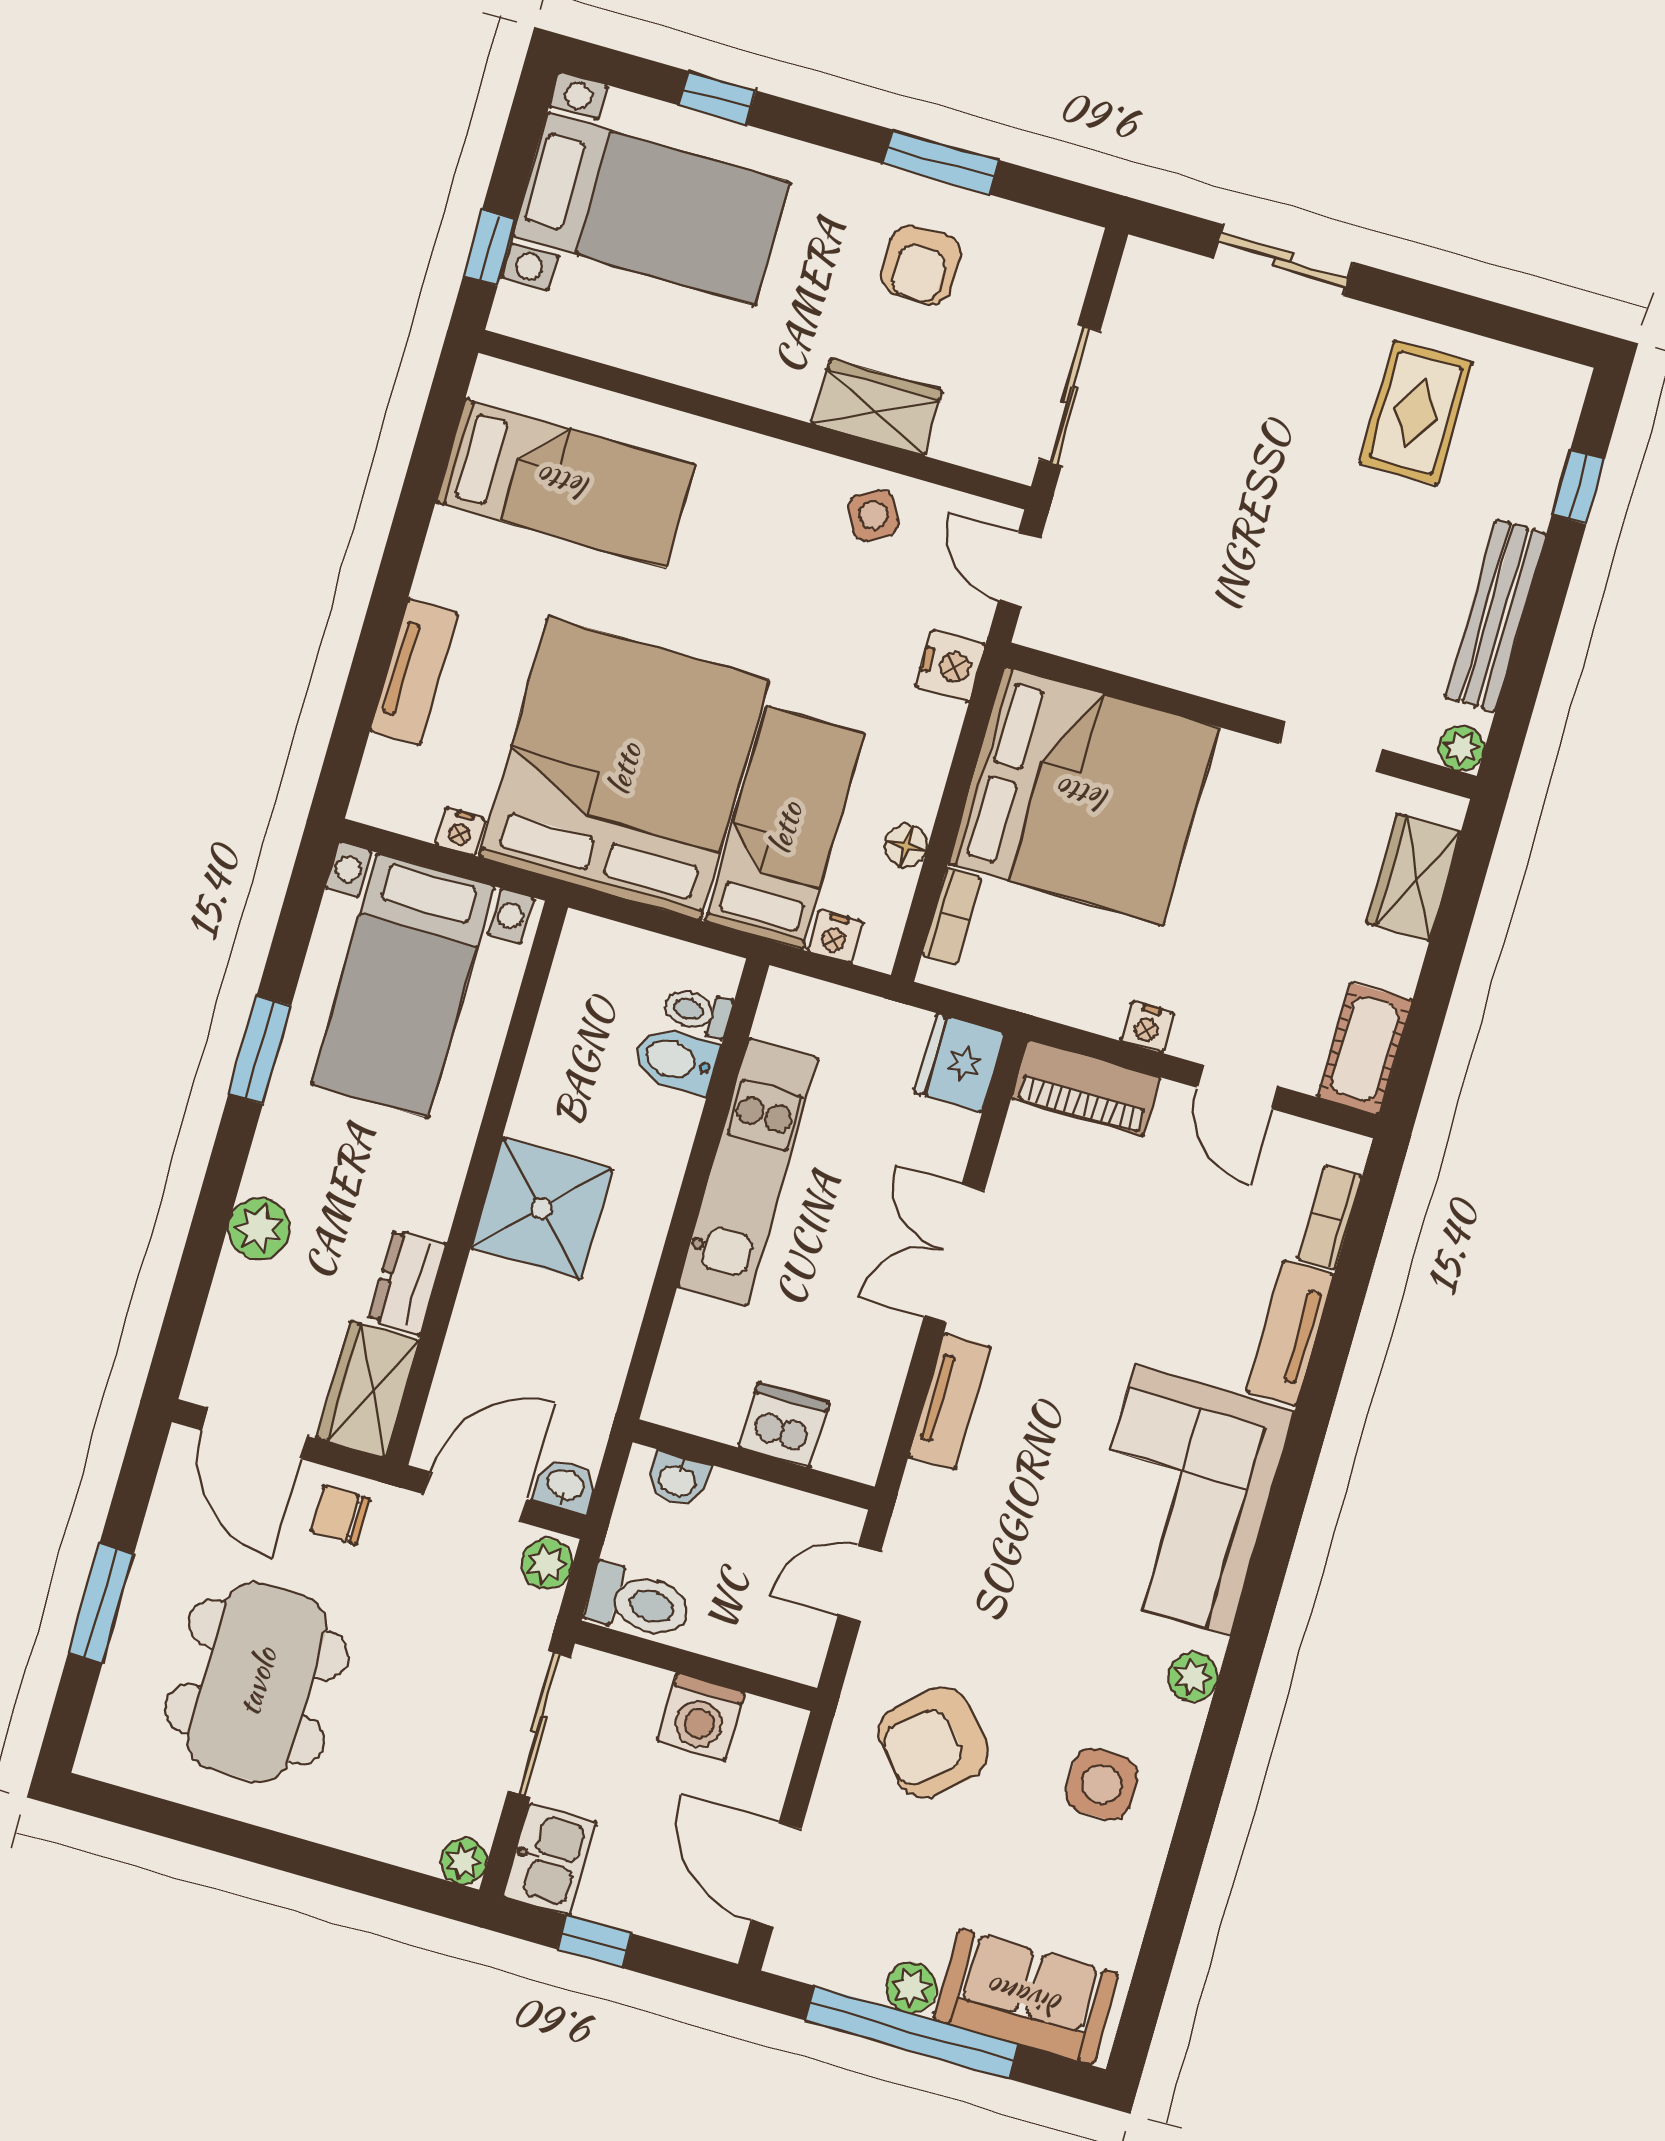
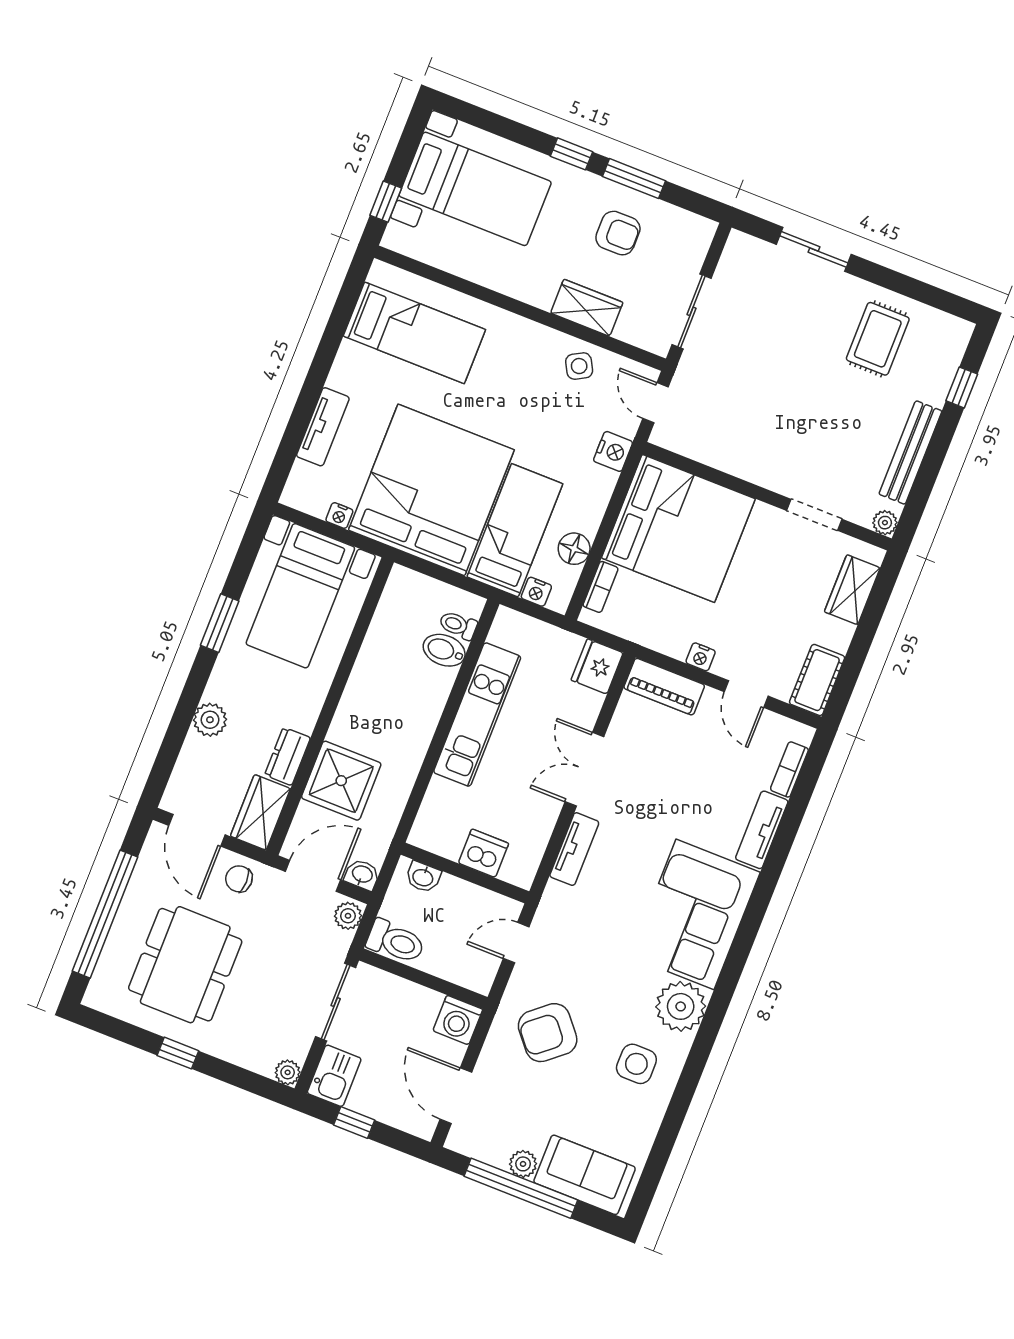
window: (717, 98) -> (571, 154), moved
armchair: (921, 265) -> (618, 233), turned -90
floor lamp: (906, 846) -> (574, 549), width x1.37, depth x1.37
shower: (542, 1208) -> (341, 781), moved
window: (101, 1603) -> (105, 914), width x2.11
plant: (1193, 1677) -> (681, 1006), width x1.88, depth x1.88
washing machine: (701, 1717) -> (458, 1020), moved
window: (259, 1845) -> (178, 1053), added

